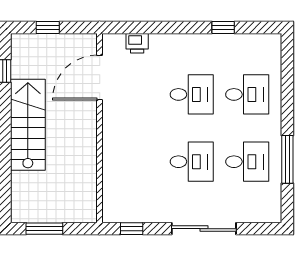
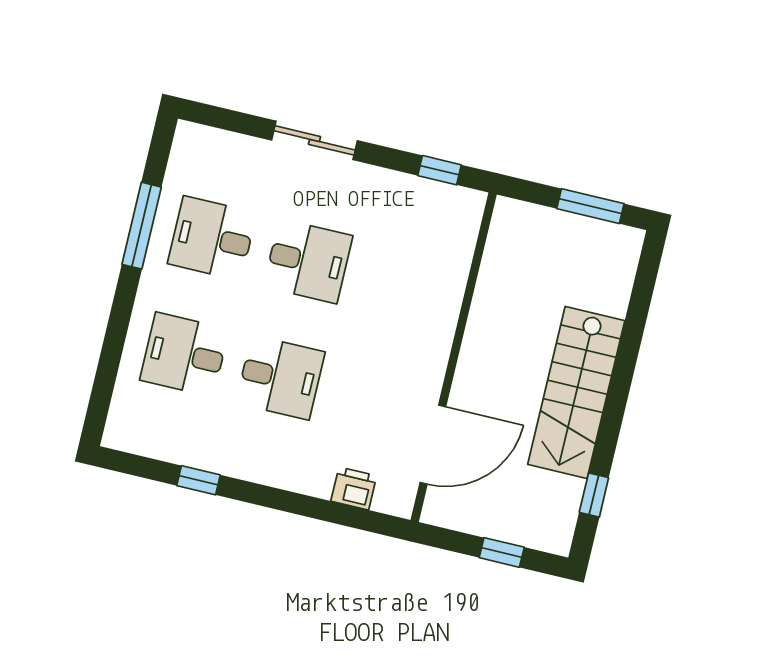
desk: (192, 94) -> (280, 377), turned 180
desk: (192, 162) -> (308, 261), turned 180
sliding door: (204, 229) -> (314, 140), width x0.73

